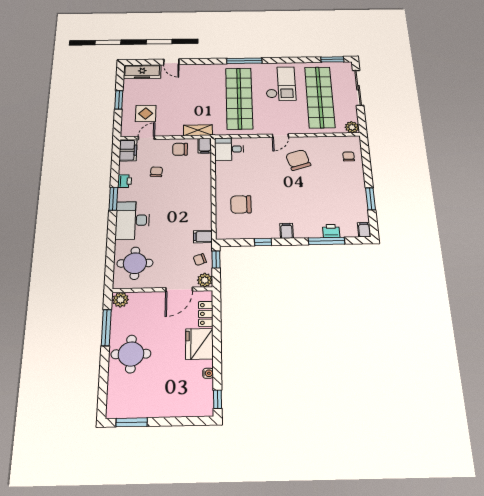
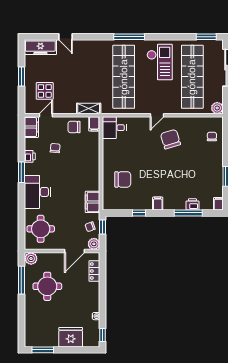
chair: (241, 204) -> (123, 179), turned 180
filing cabinet: (203, 237) -> (93, 202), width x2.00
fridge: (199, 344) -> (71, 337), moved, turned 90
round table: (131, 354) -> (47, 286), moved

